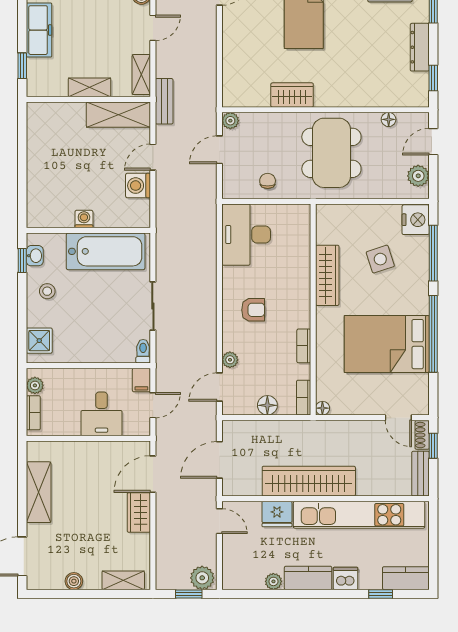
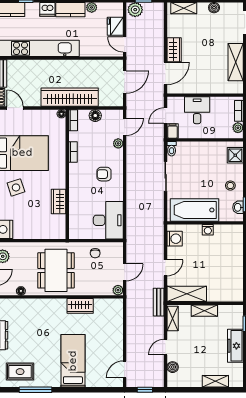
washing machine: (138, 186) -> (175, 239), moved
side table: (380, 259) -> (16, 187), moved
wardrobe: (327, 275) -> (59, 201), width x0.67
wardrobe: (309, 481) -> (70, 97), moved, turned 180
fridge: (277, 514) -> (115, 26), moved, turned -90

